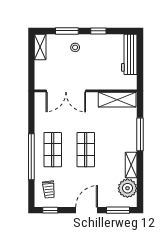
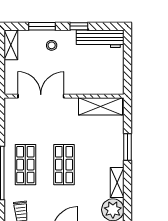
workbench: (129, 54) -> (100, 39), moved, turned -90
double door: (66, 91) -> (41, 96), swing flipped
window: (140, 134) -> (127, 147), width x0.69

